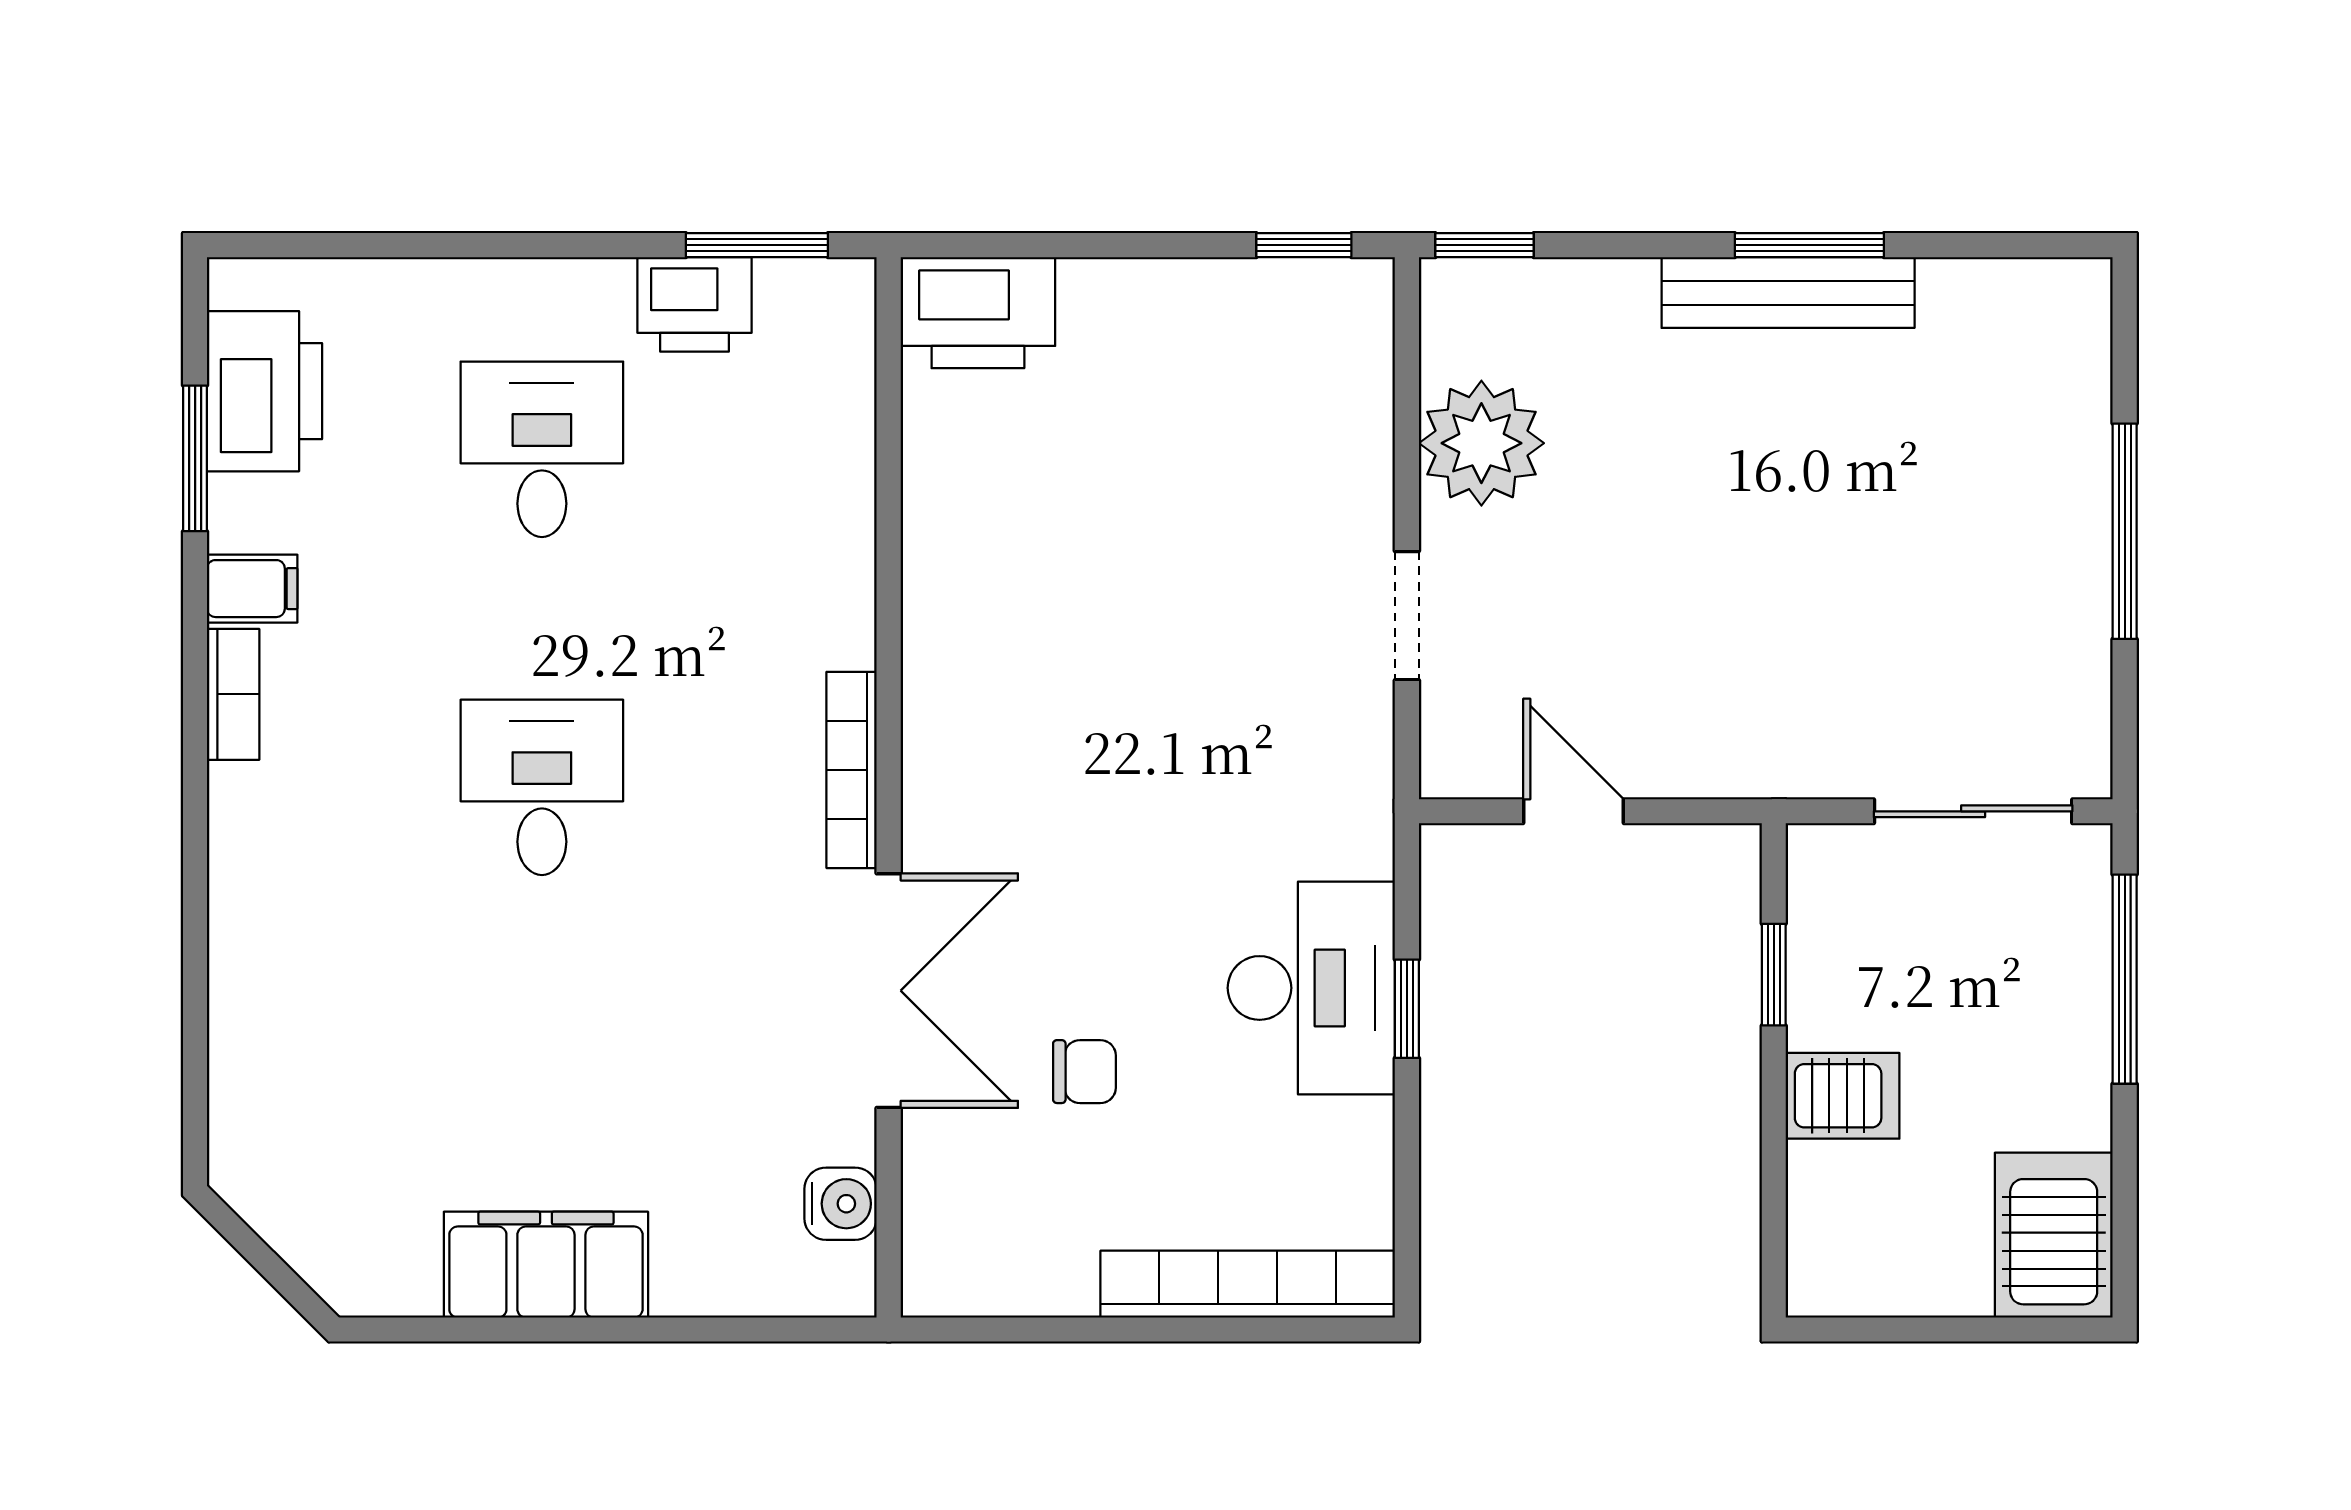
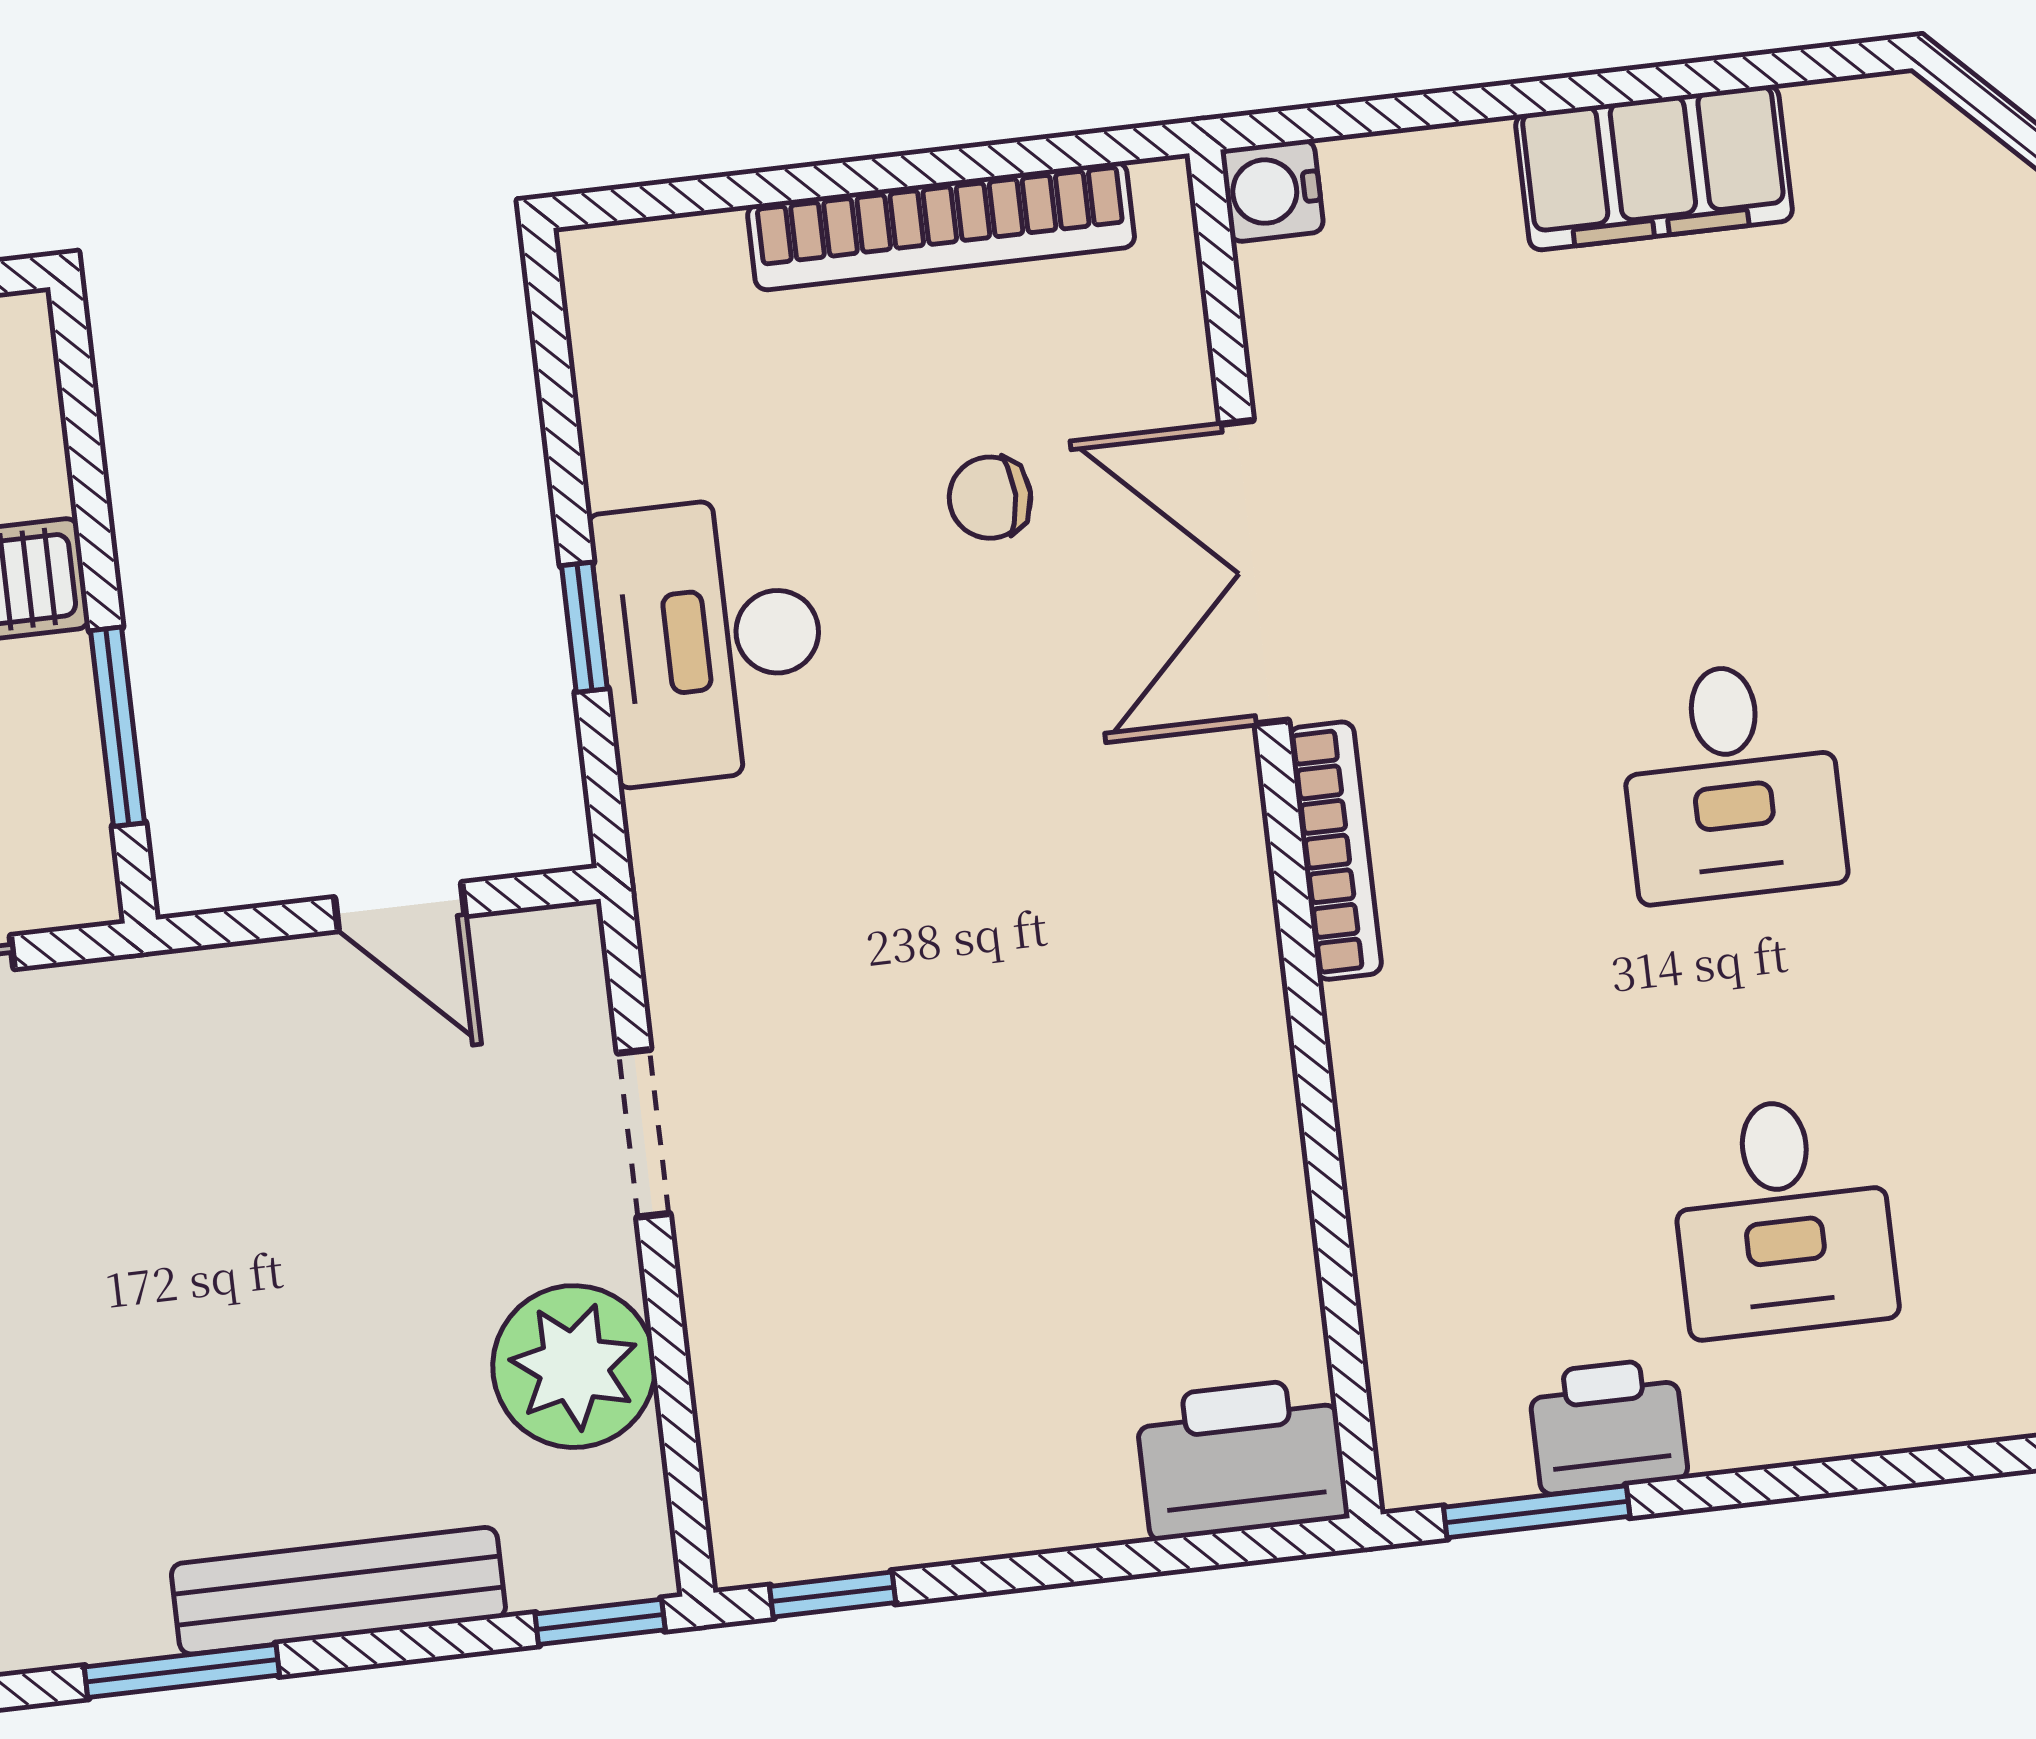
bench: (1788, 293) -> (338, 1591), moved
window: (1774, 975) -> (117, 727), width x1.50
water cooler: (841, 1204) -> (1272, 191), moved
bookcase: (1248, 1284) -> (941, 226), moved

